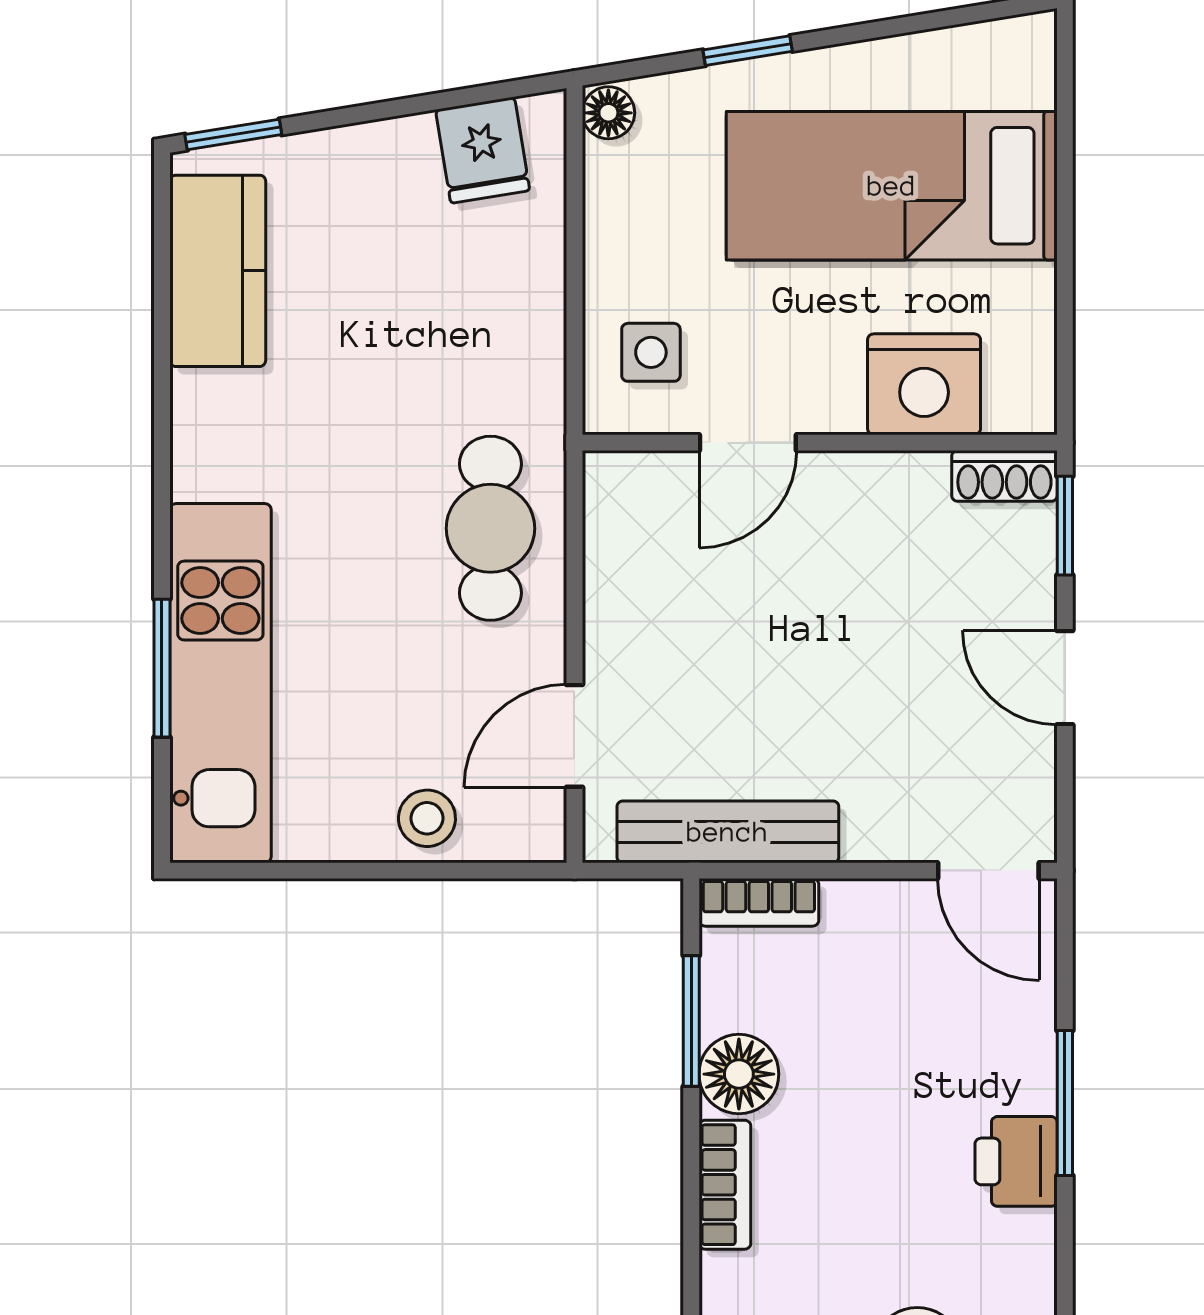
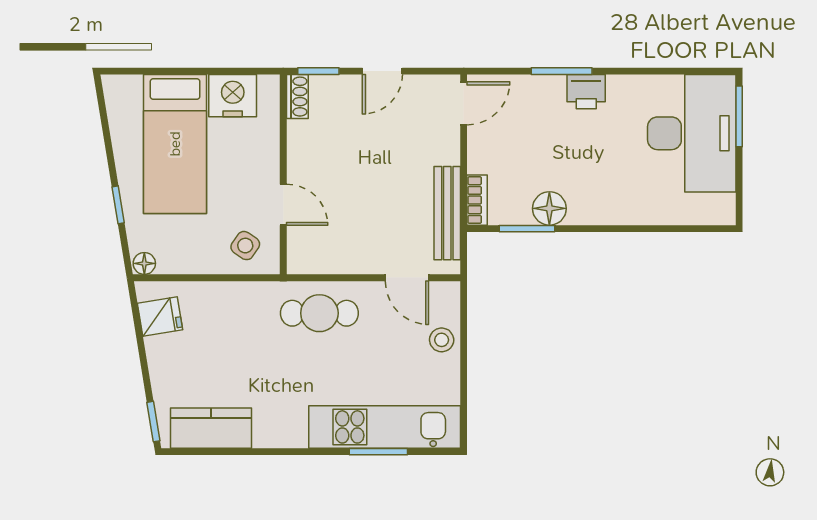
side table: (651, 352) -> (245, 246), turned 34
nightstand: (924, 384) -> (233, 96), moved, turned -90
bookcase: (725, 1185) -> (596, 214), removed

